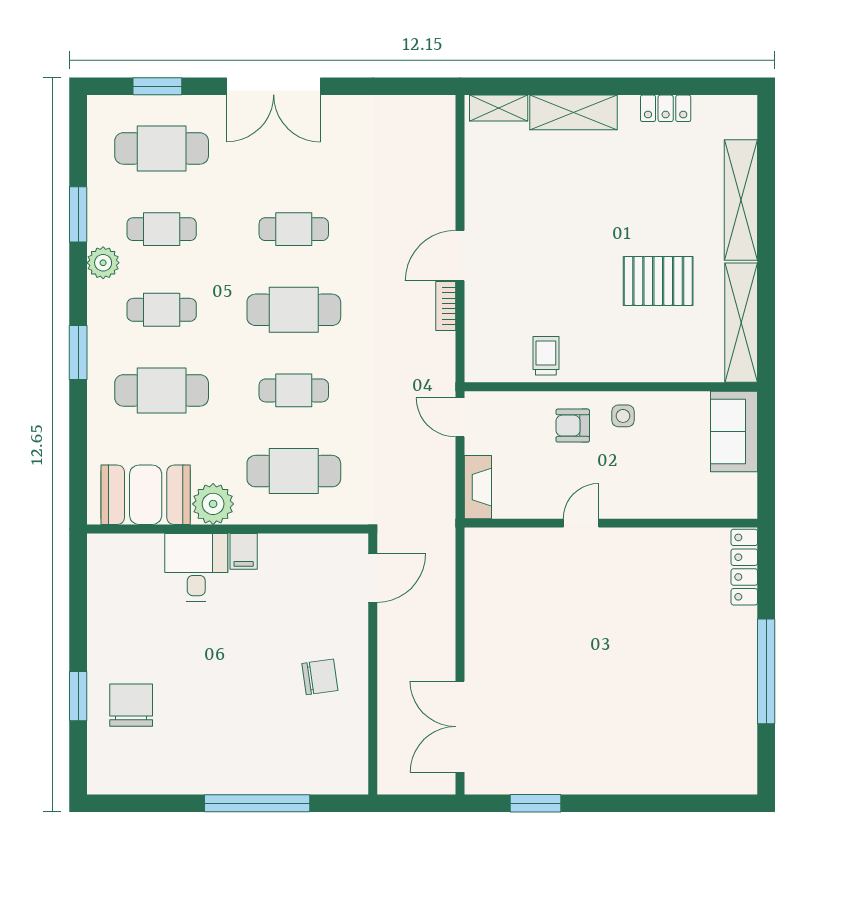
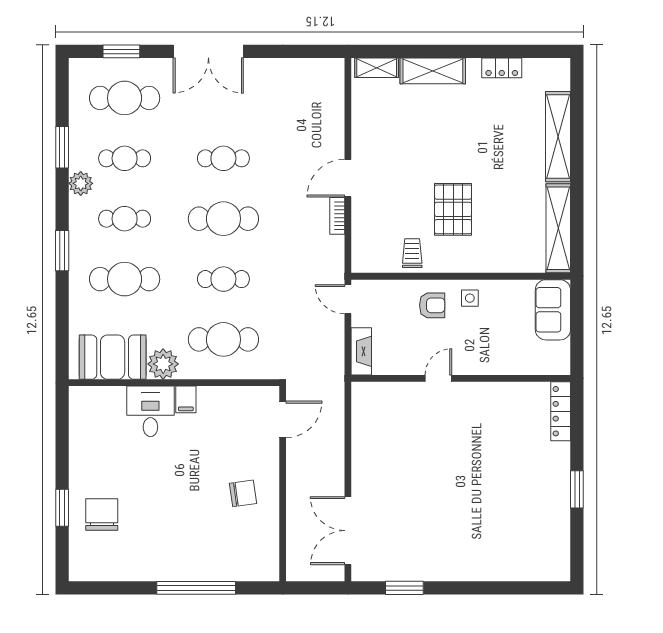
pallet: (658, 281) -> (453, 209), moved, turned 90
armchair: (573, 426) -> (432, 305), turned 180
window: (766, 671) -> (577, 489), width x0.47

